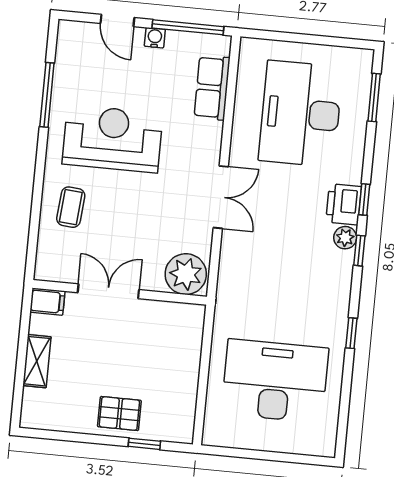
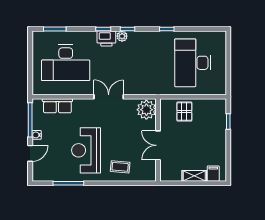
filing cabinet: (47, 302) -> (213, 174), moved
pallet: (119, 414) -> (184, 112), moved

